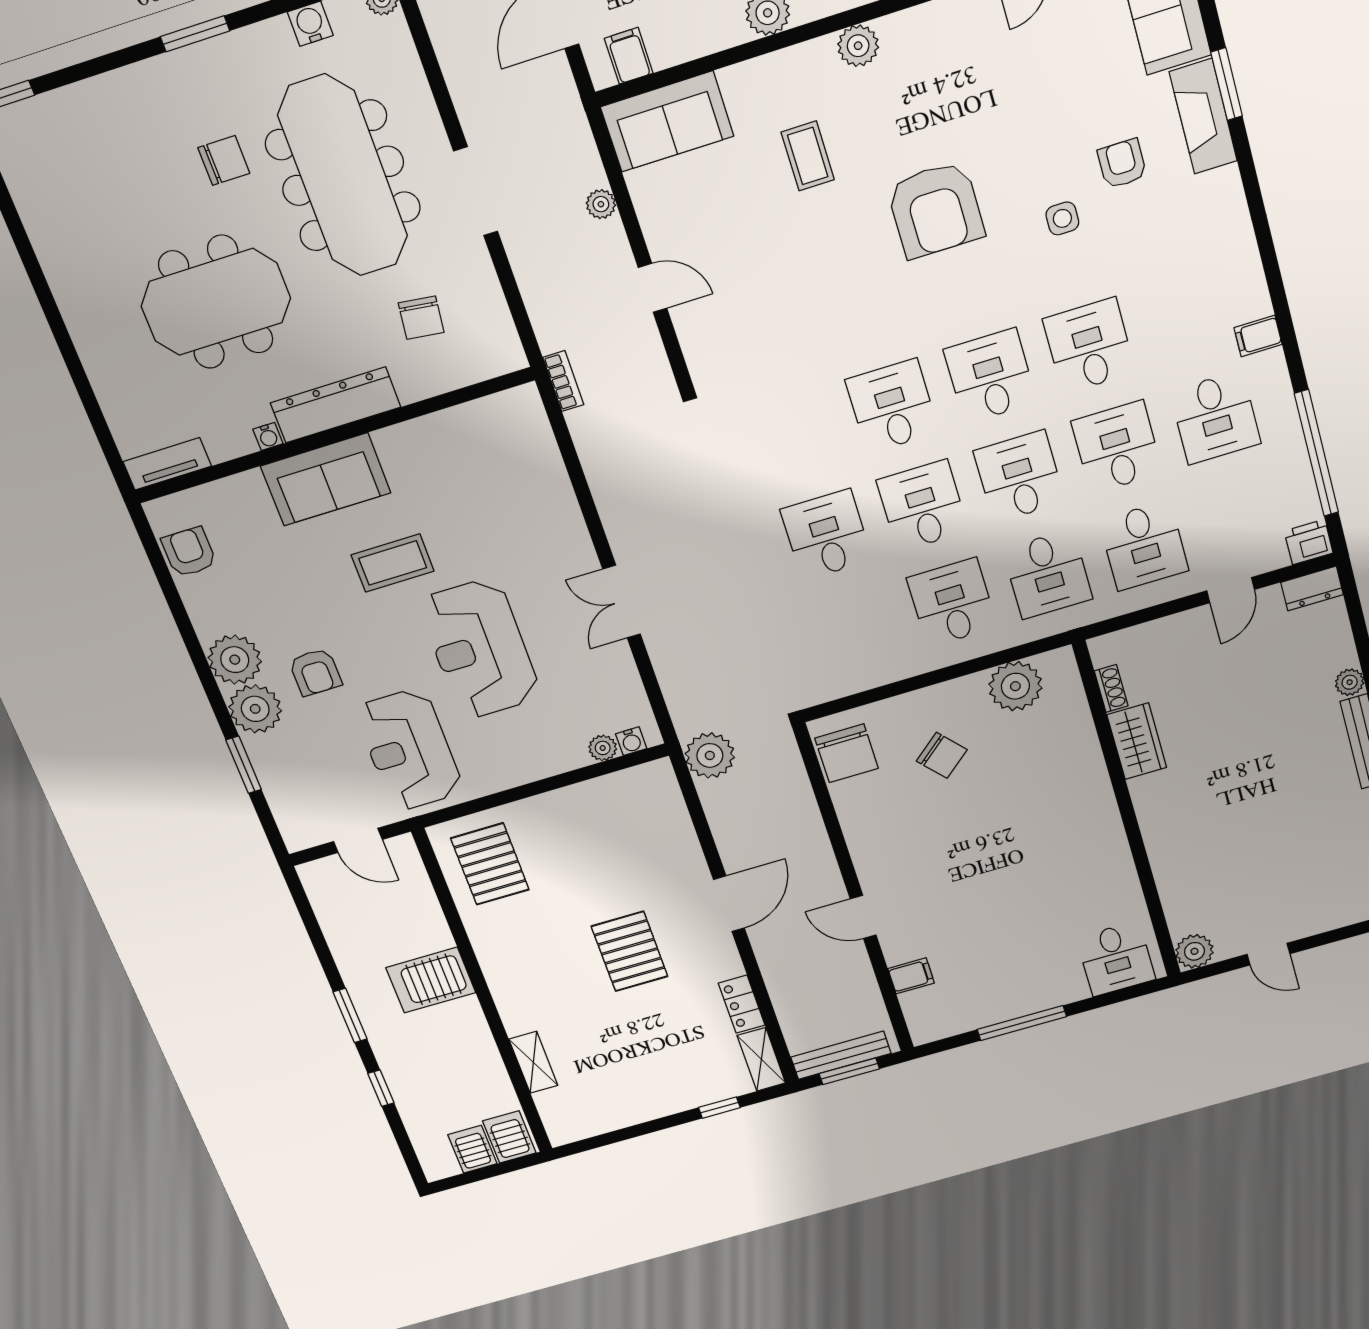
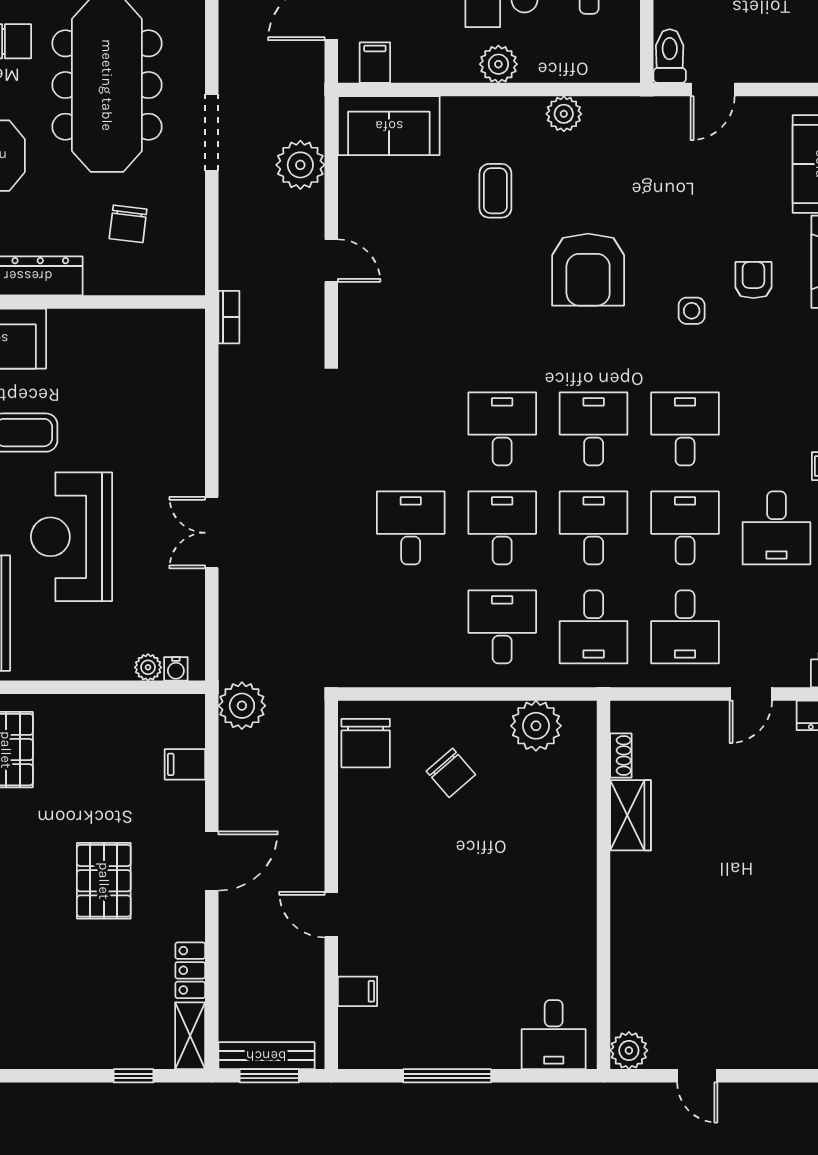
plant: (601, 204) -> (300, 165), width x1.87, depth x1.87
filing cabinet: (672, 826) -> (185, 764), added

